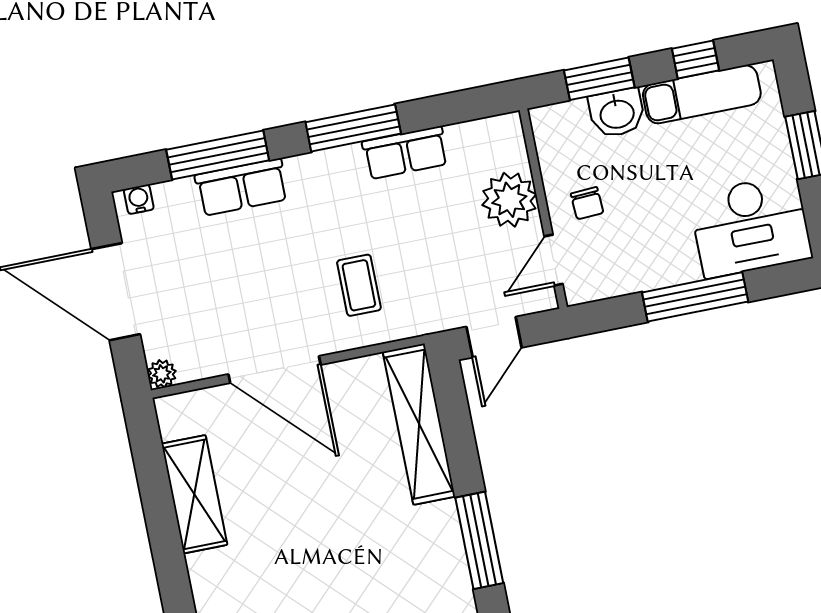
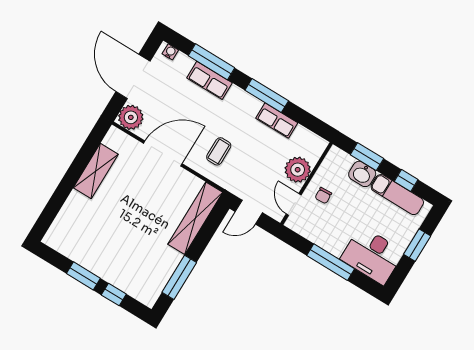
door: (553, 260) -> (294, 204), hinge flipped
door: (274, 370) -> (163, 154), swing flipped
plant: (162, 374) -> (131, 117), width x1.88, depth x1.88

